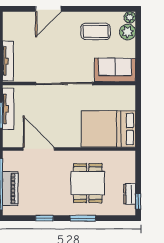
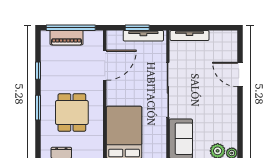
coffee table: (96, 31) -> (218, 120), removed
dining table: (88, 183) -> (72, 112), turned 90

